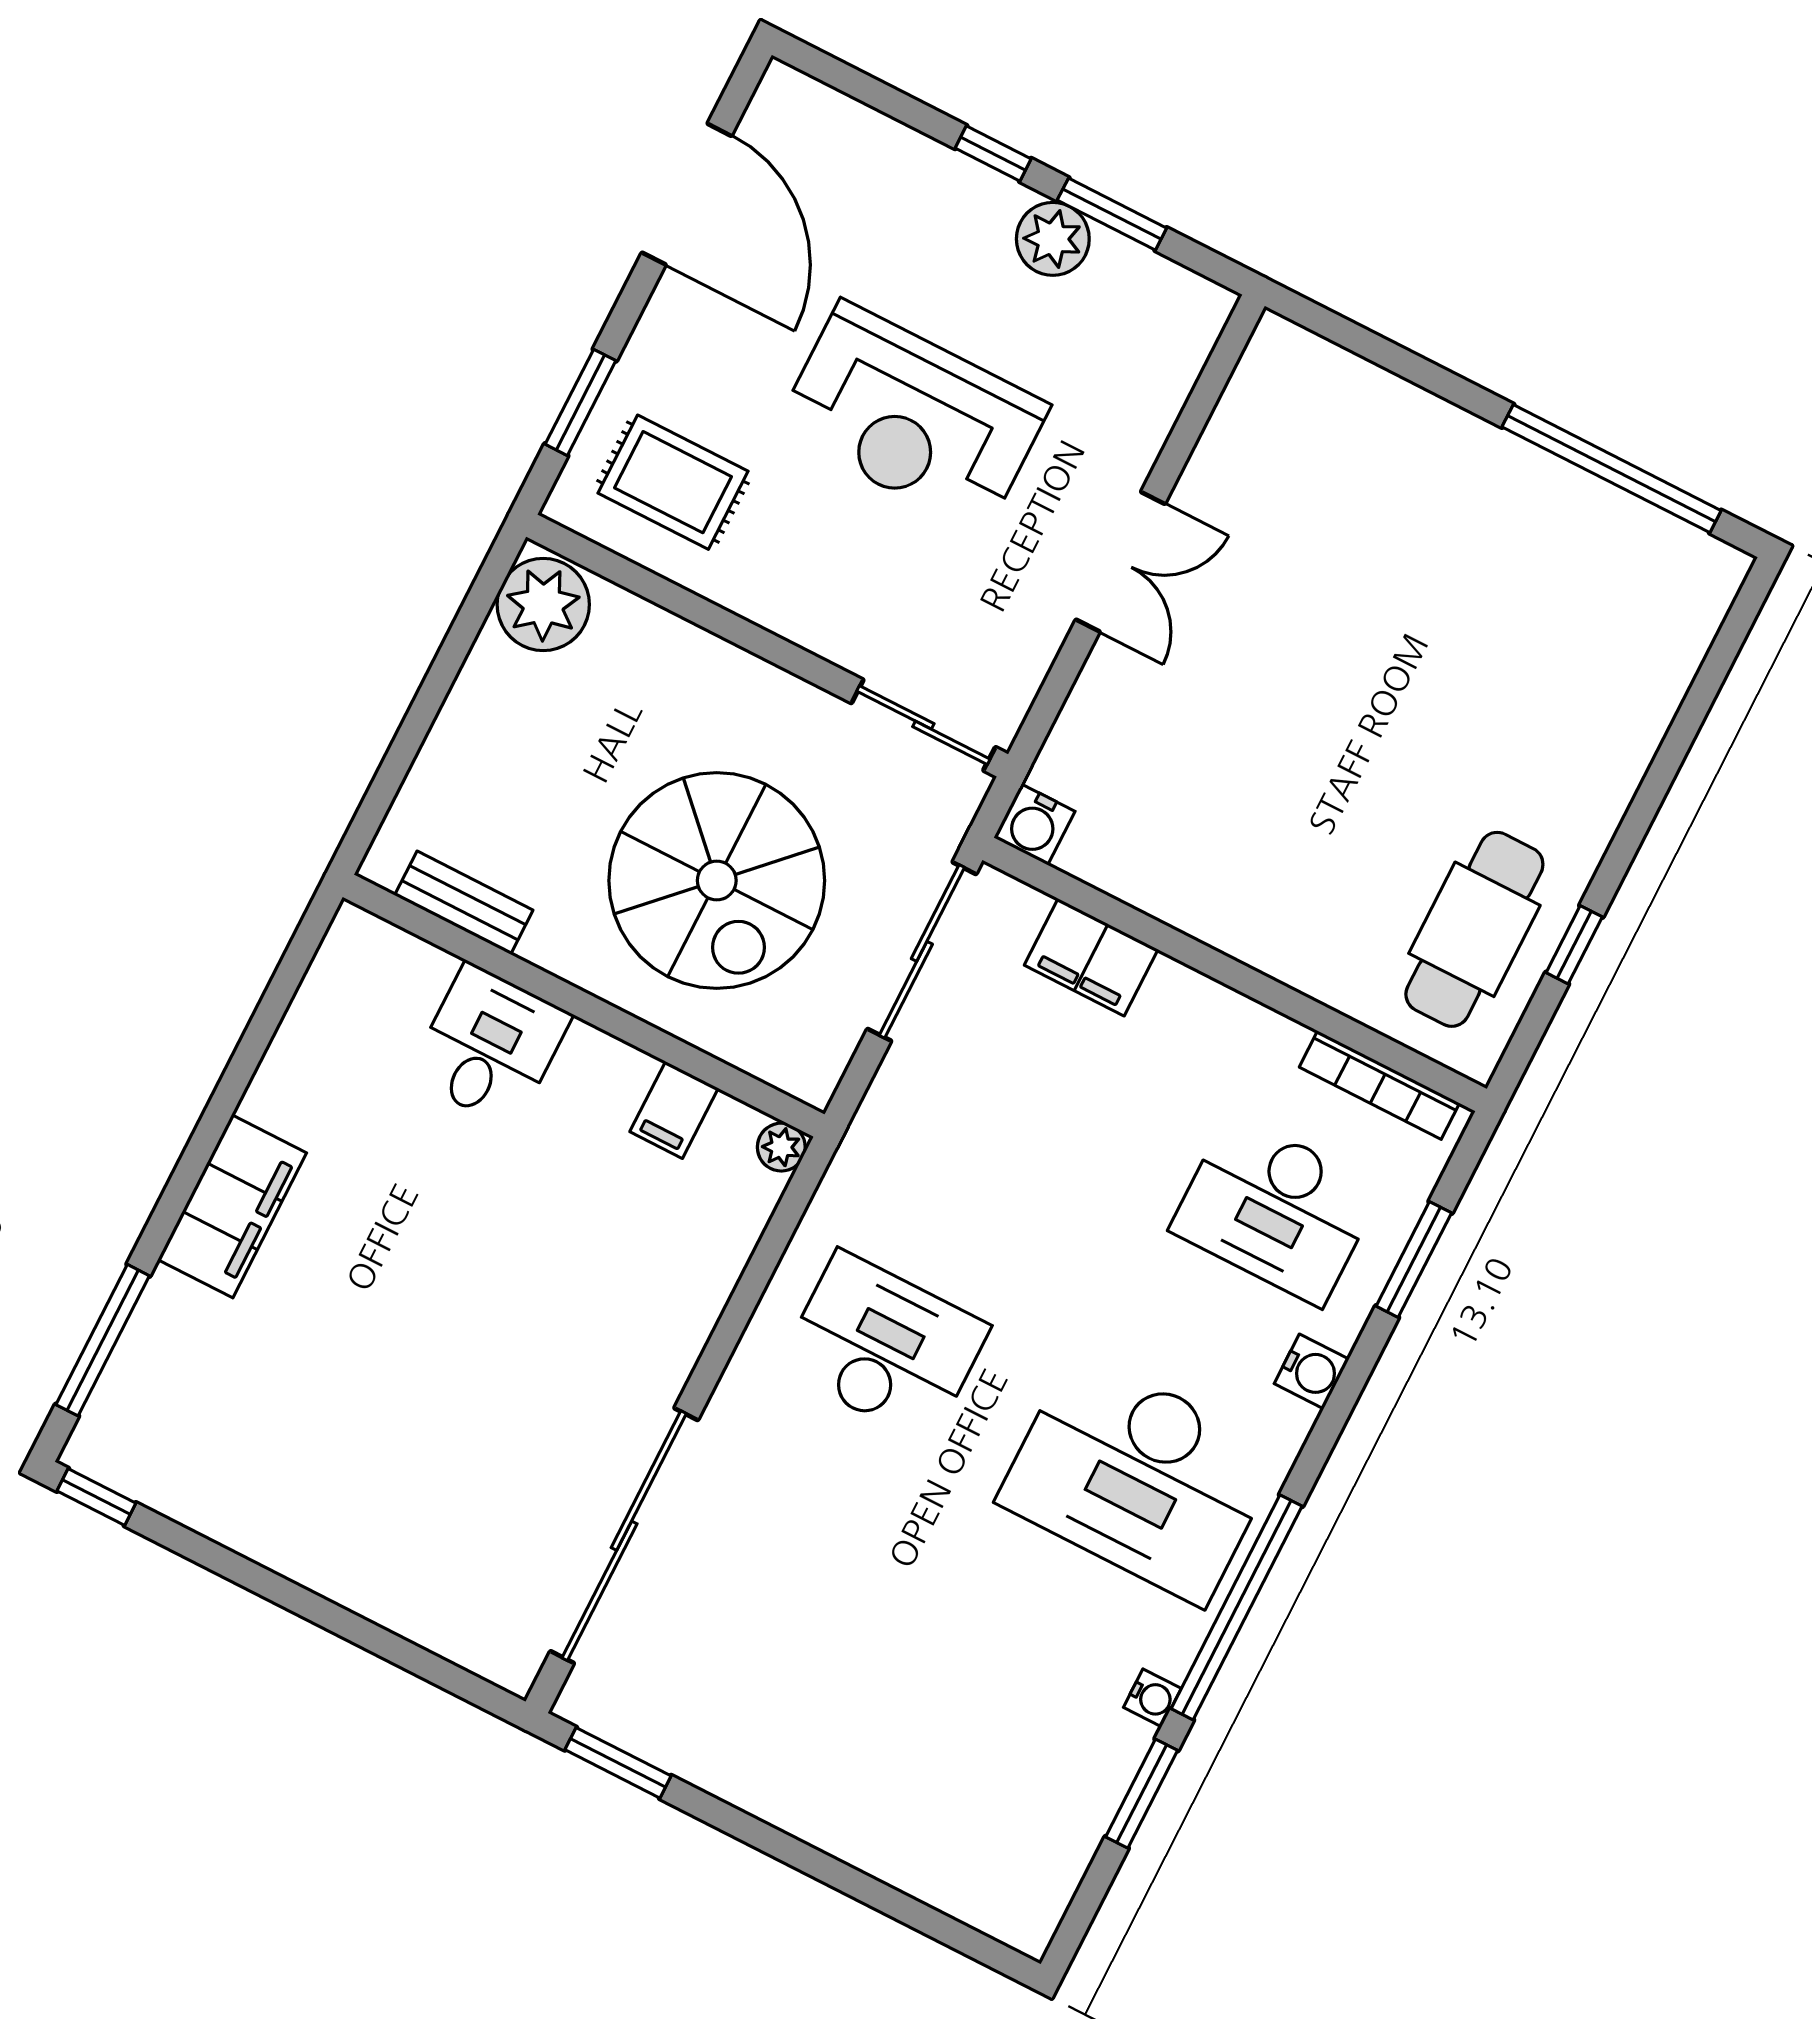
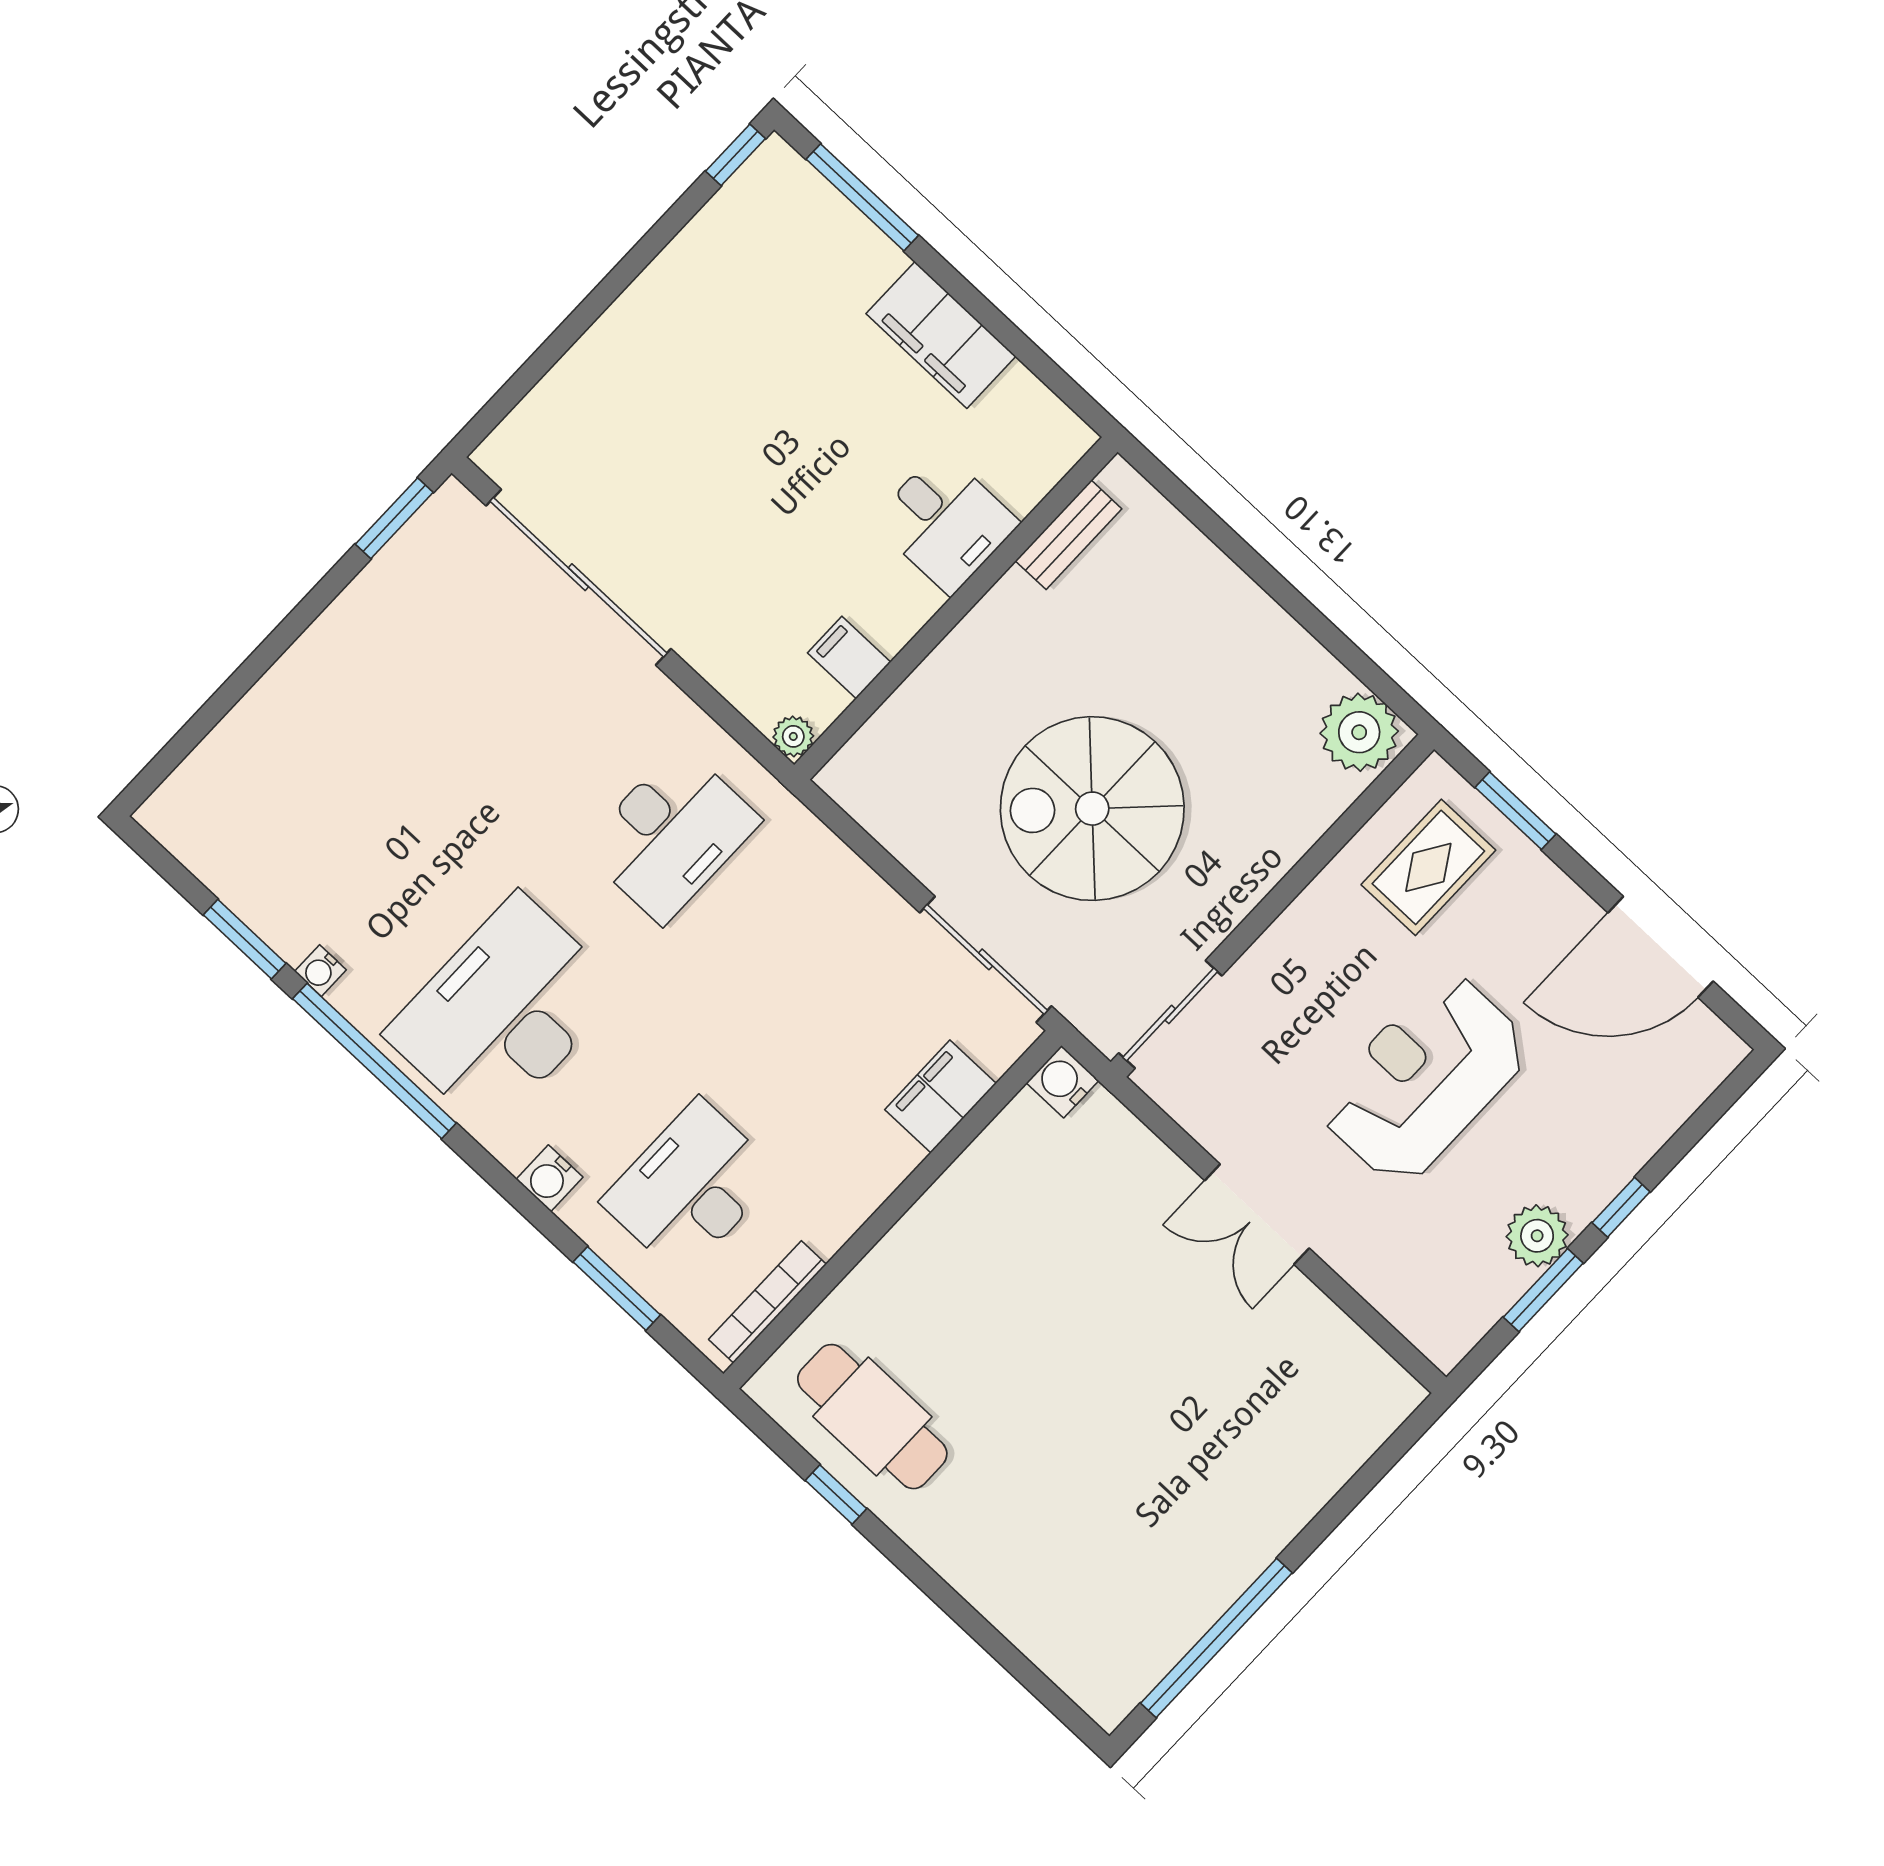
bench: (464, 903) -> (1069, 535), moved
wall: (584, 1006) -> (956, 608), moved
desk: (490, 1046) -> (946, 522), moved
filing cabinet: (674, 1110) -> (849, 658), moved
plant: (781, 1147) -> (793, 736), moved

